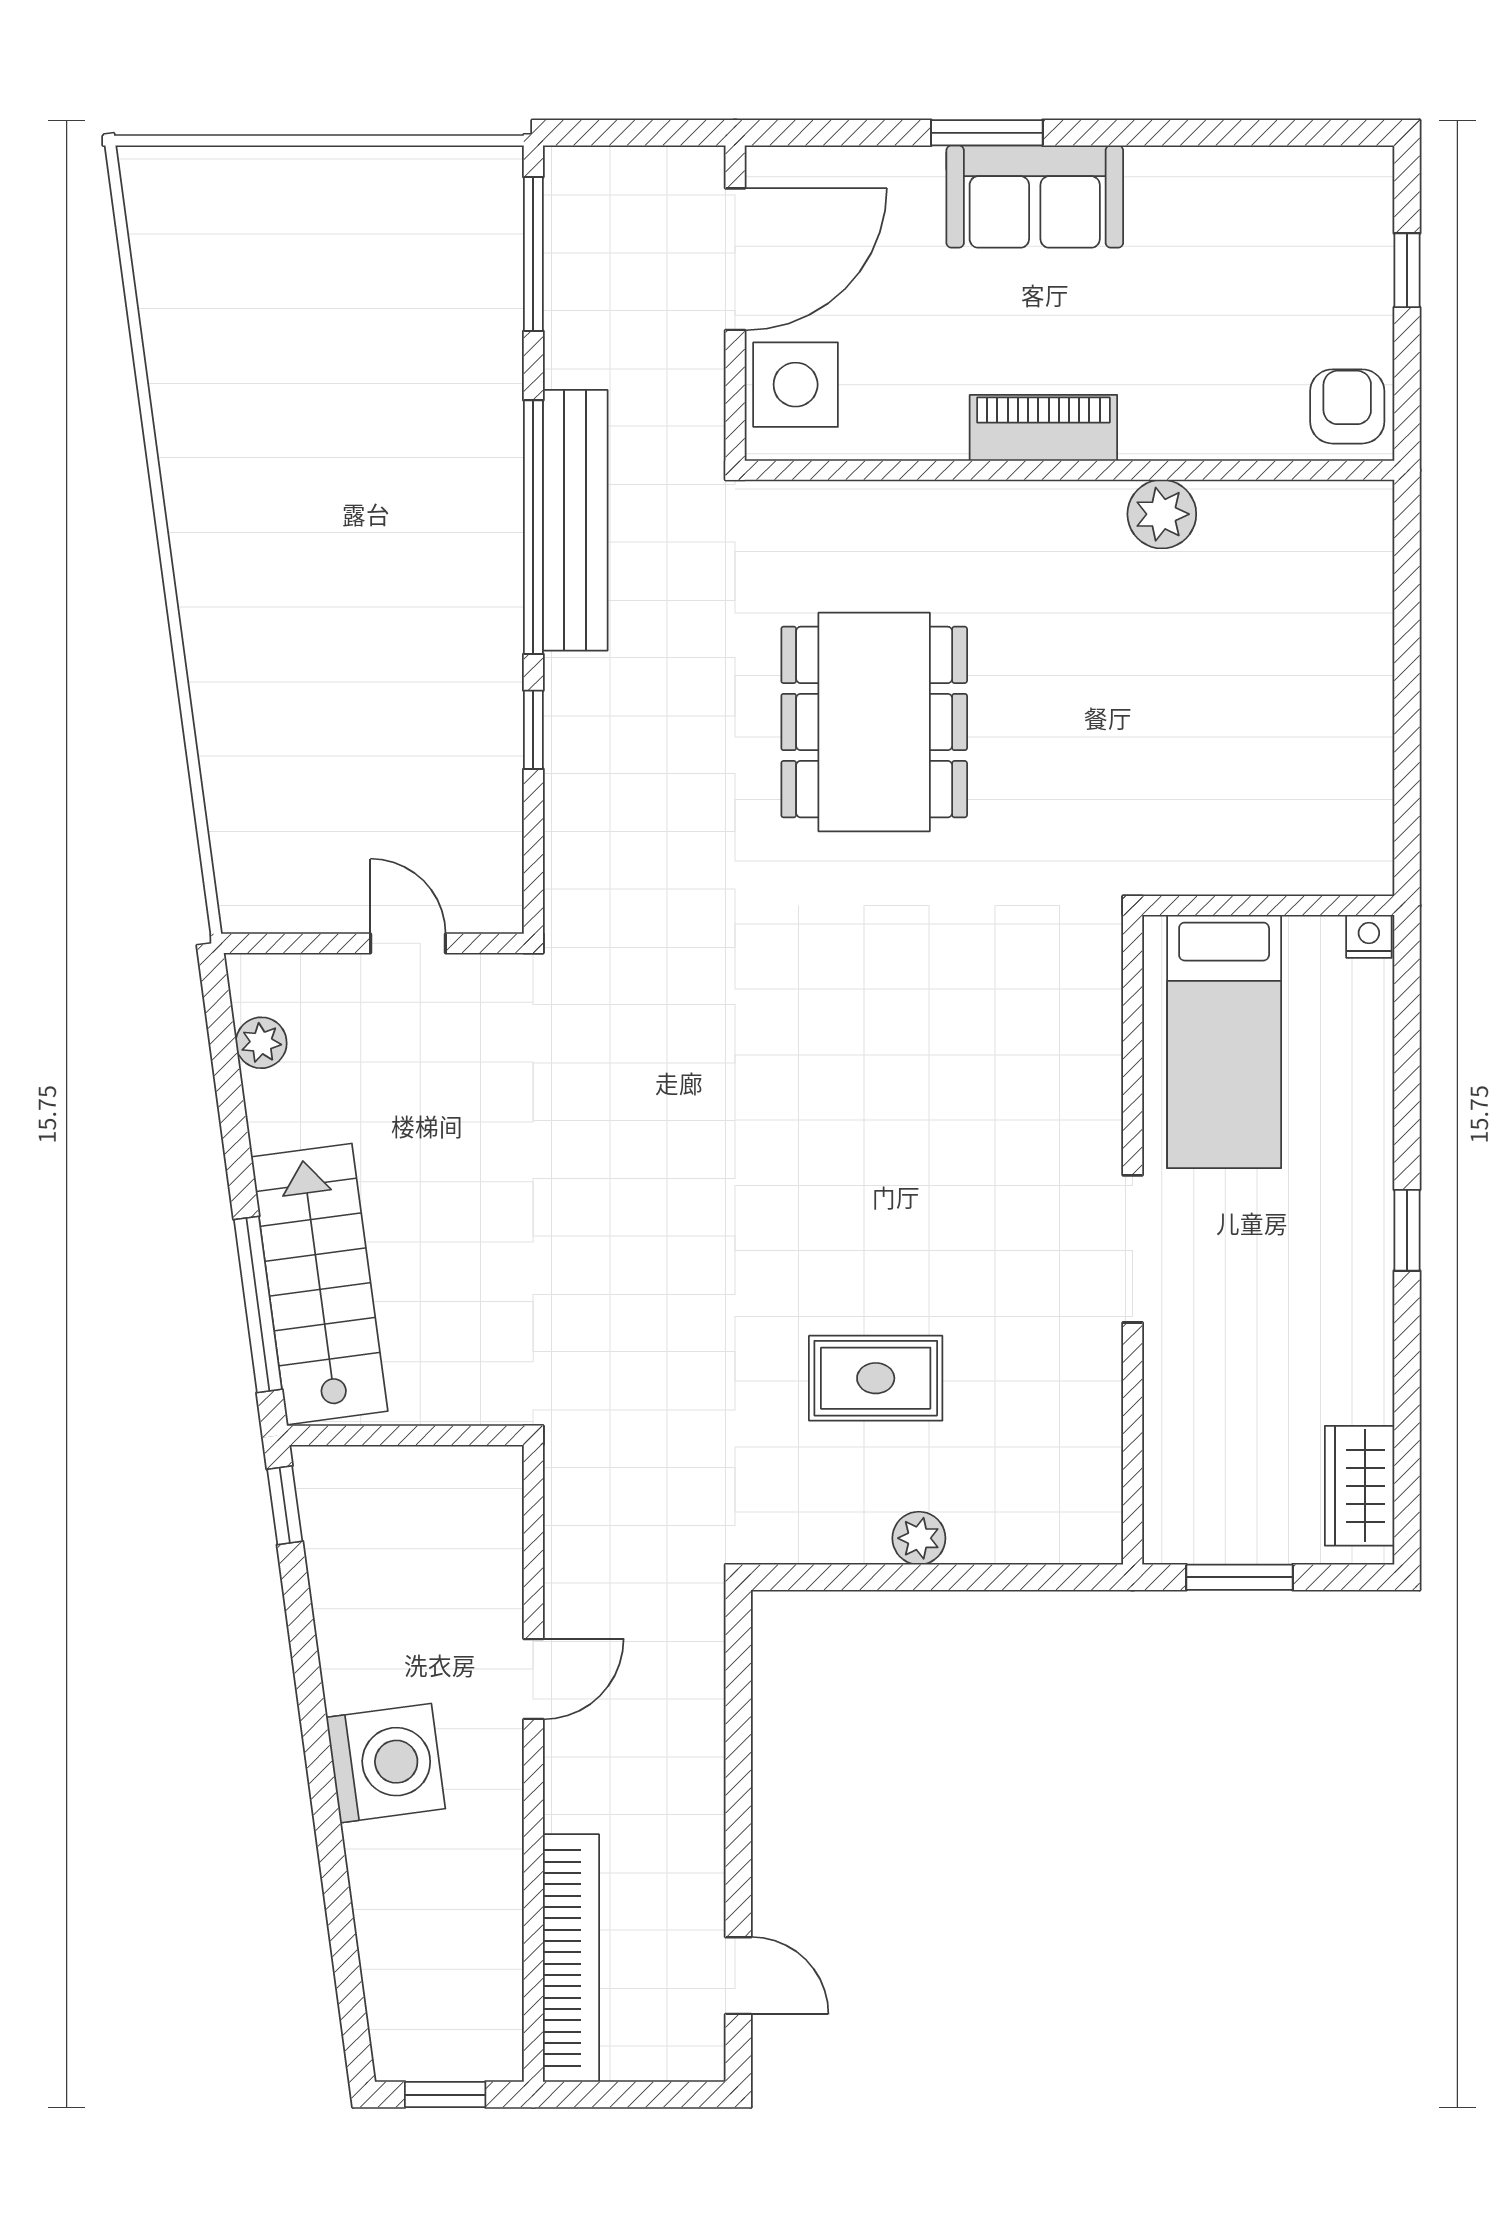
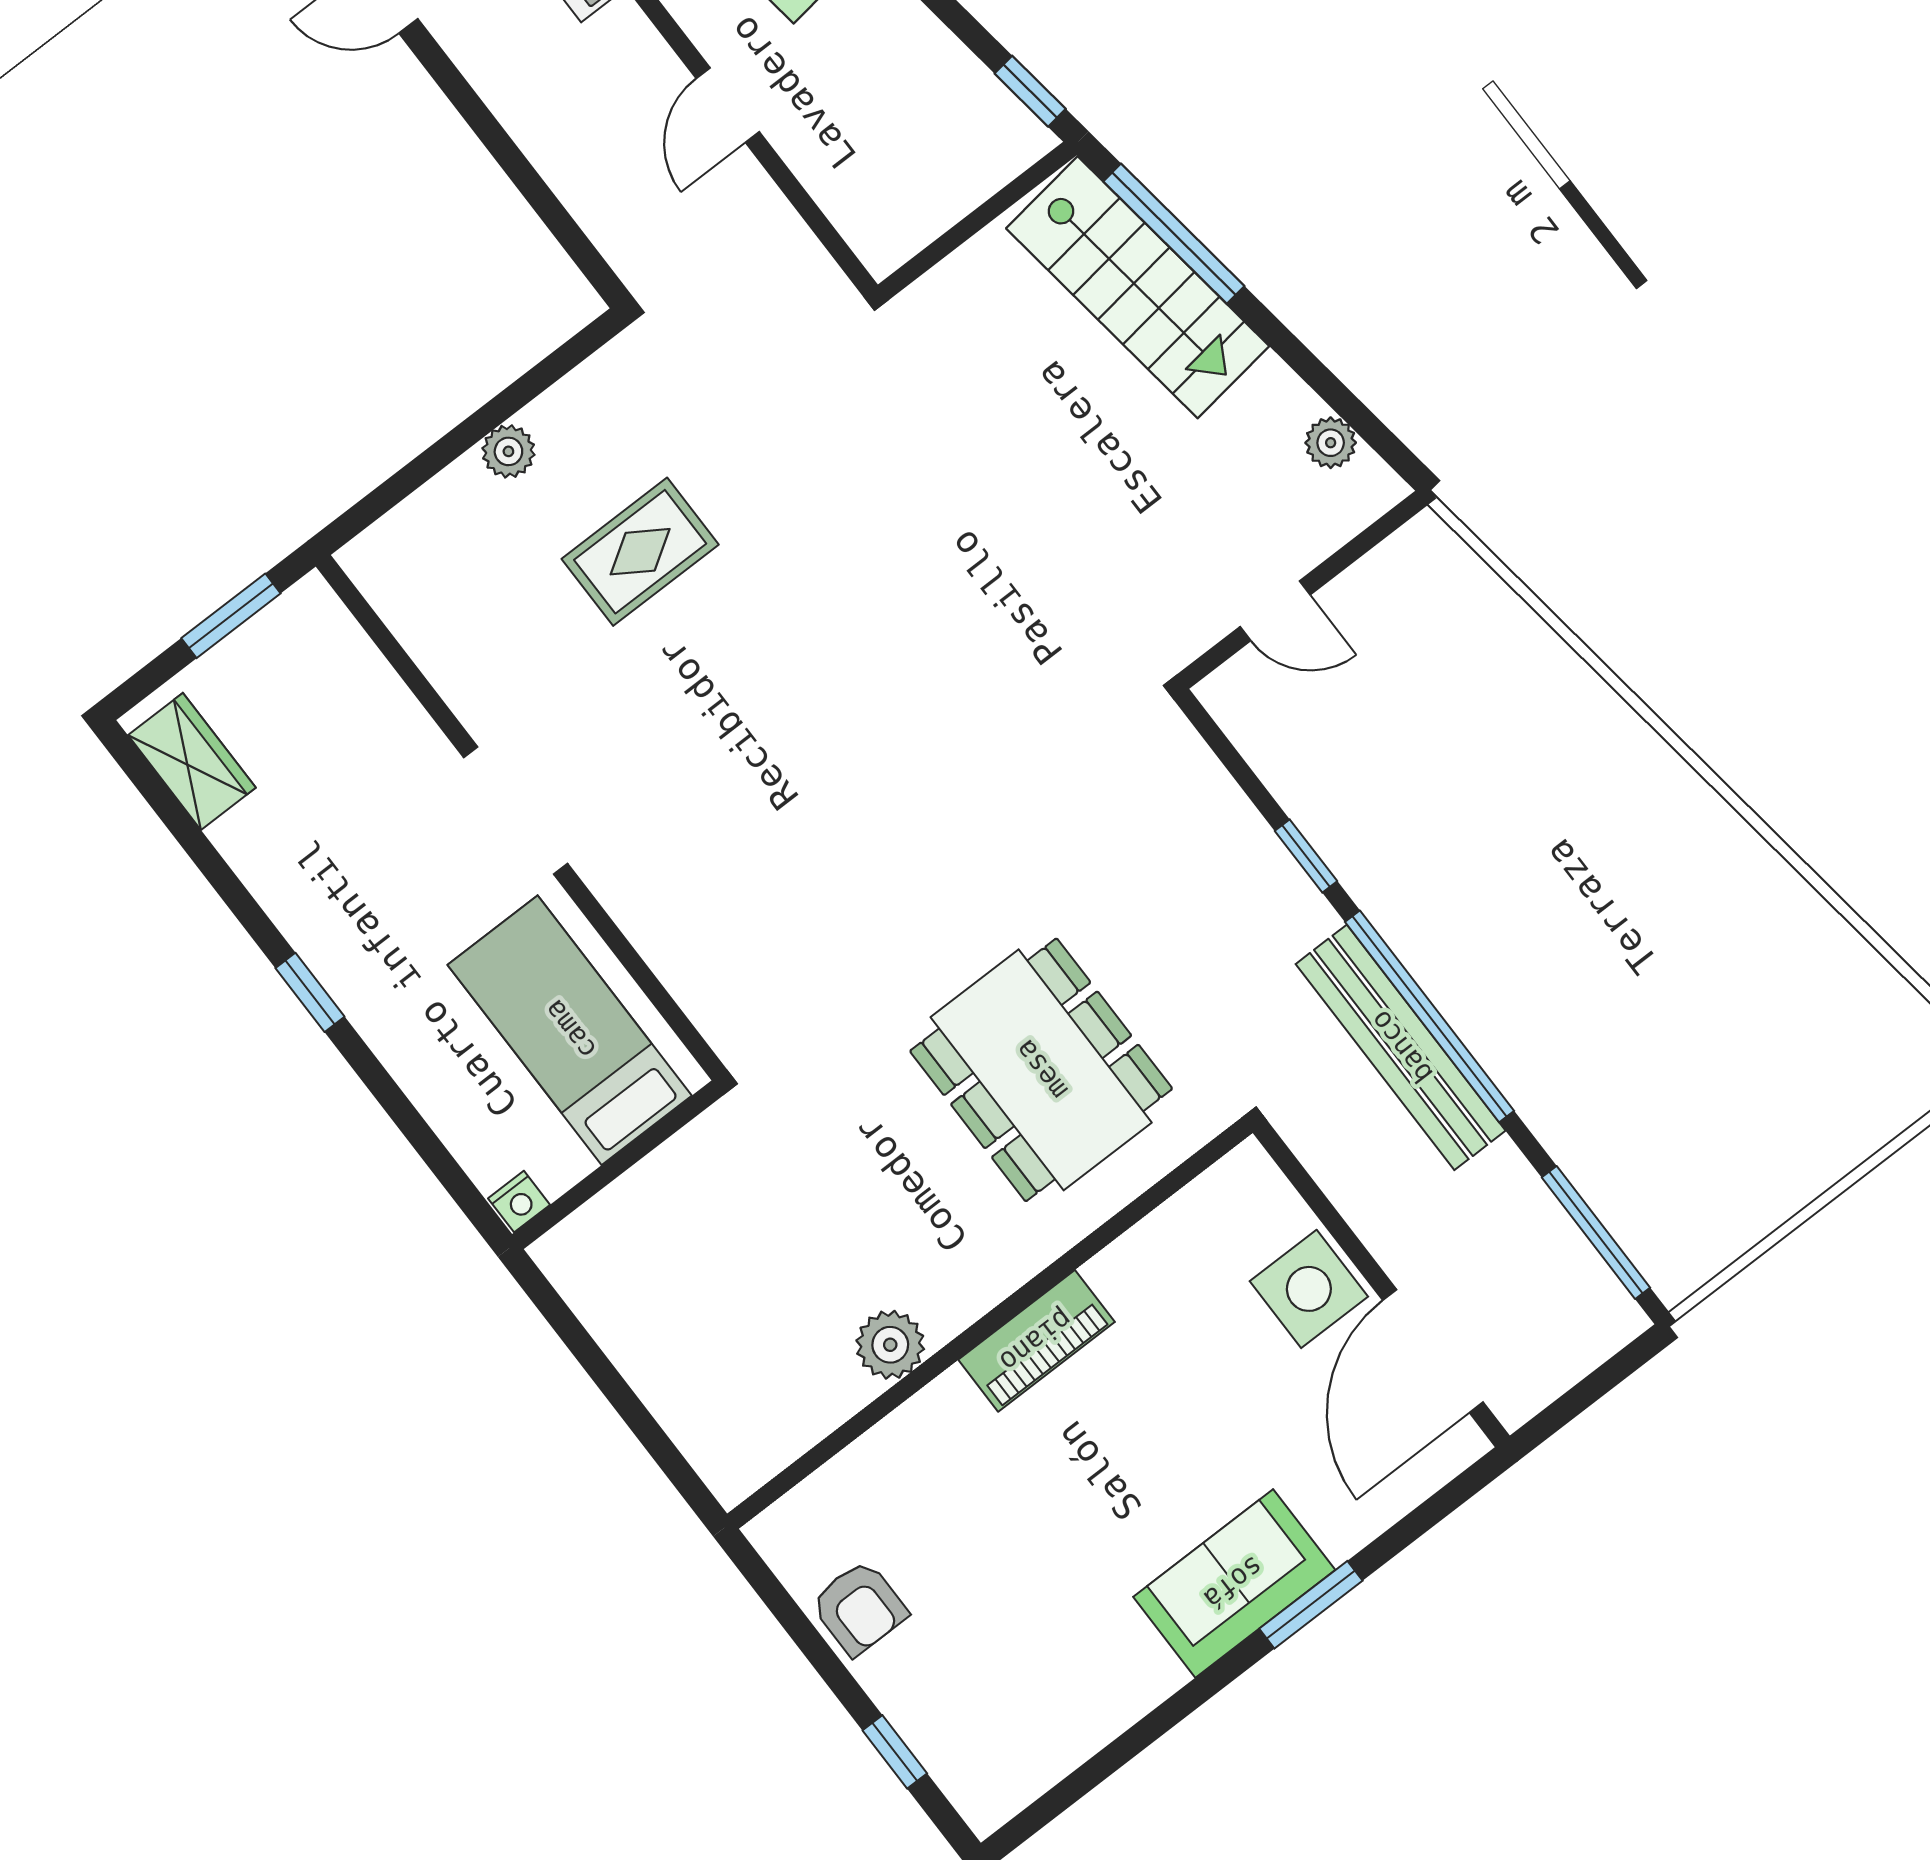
piano: (1043, 428) -> (1036, 1341), moved
wall: (1070, 470) -> (990, 1323), moved
plant: (1162, 514) -> (890, 1345), moved

